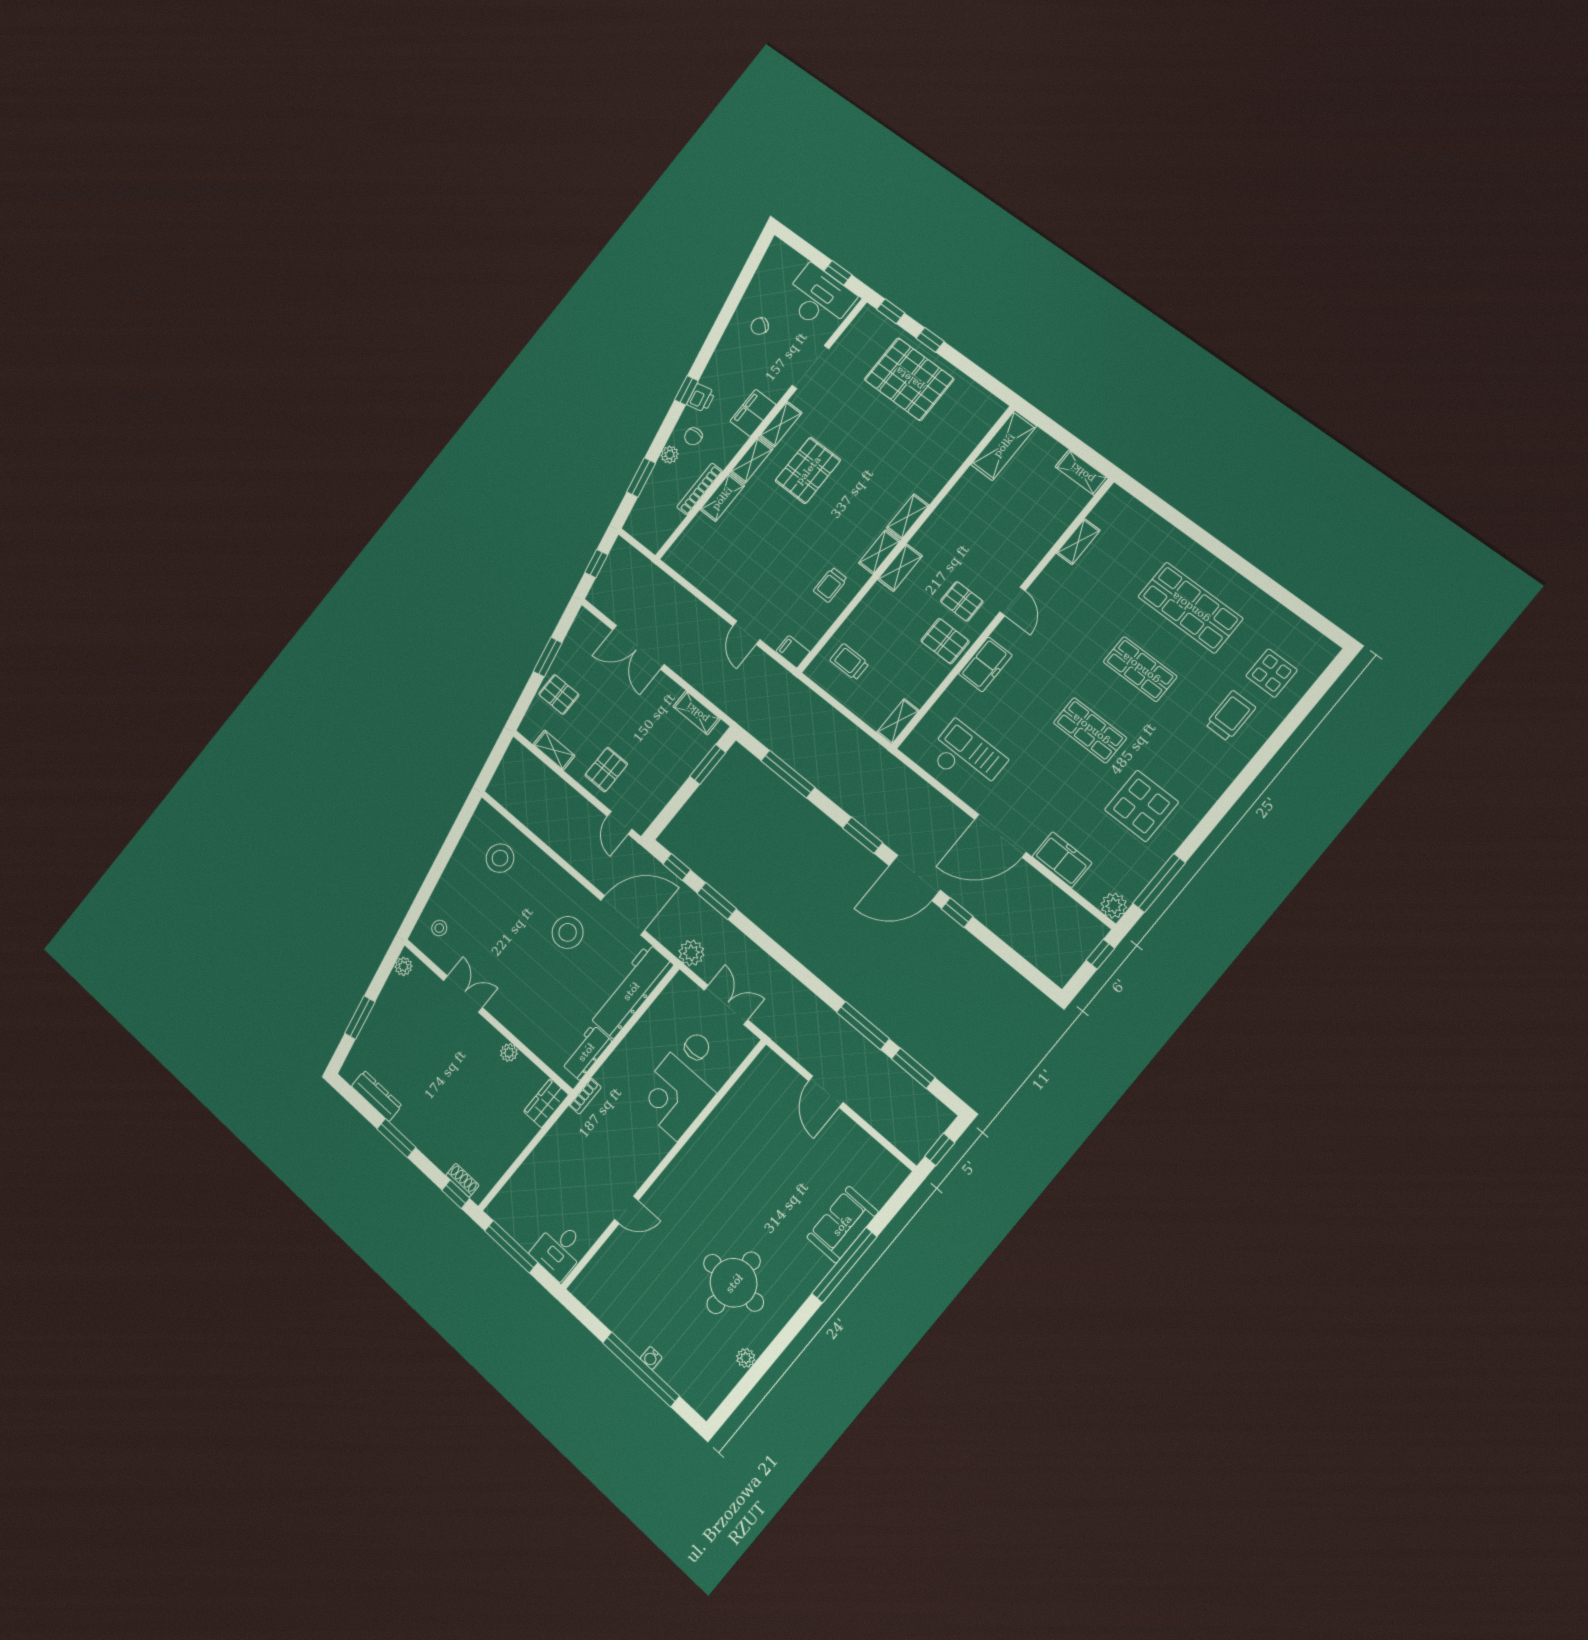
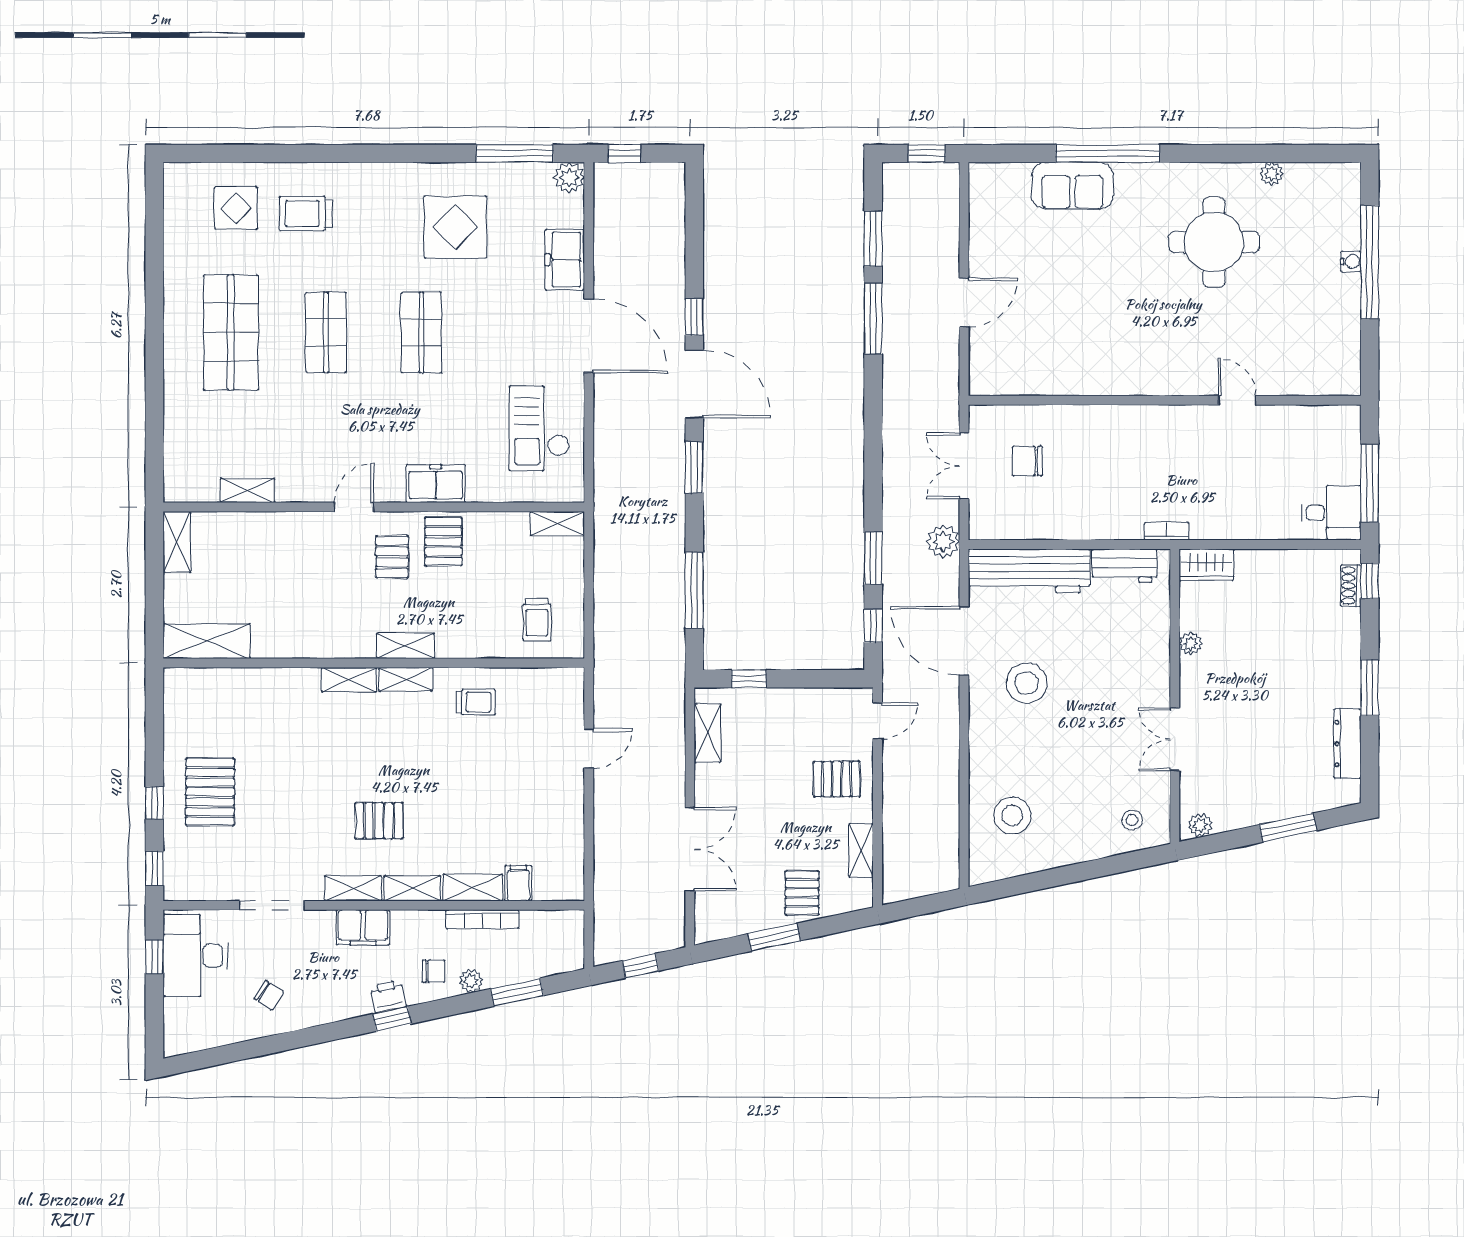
pallet: (909, 379) -> (210, 792), width x0.73, depth x0.71
pallet: (808, 470) -> (379, 821), width x0.67, depth x0.71
filing cabinet: (793, 652) -> (518, 883), moved, turned 180
window: (708, 764) -> (749, 679), width x0.67
corner desk: (674, 1097) -> (1093, 444), removed
desk: (559, 1250) -> (1331, 513), moved

